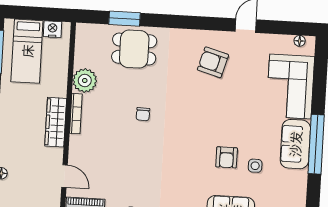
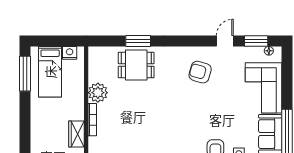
window: (124, 19) -> (138, 41), moved
window: (284, 28) -> (256, 41), added
chair: (143, 114) -> (146, 117), removed
wardrobe: (56, 122) -> (76, 134), width x0.67

